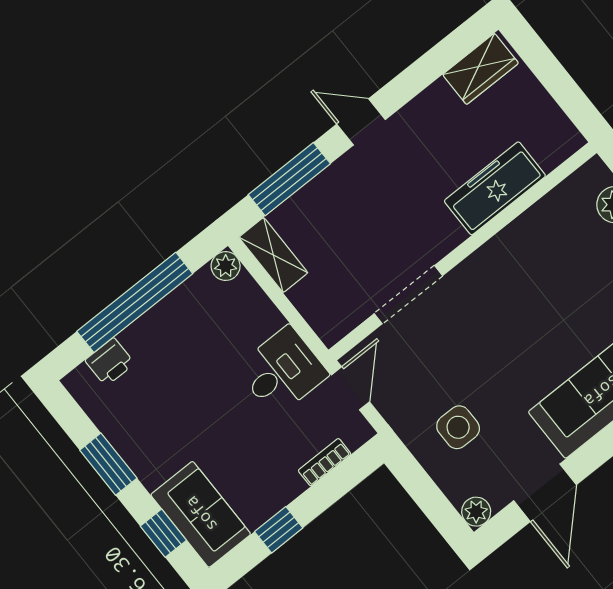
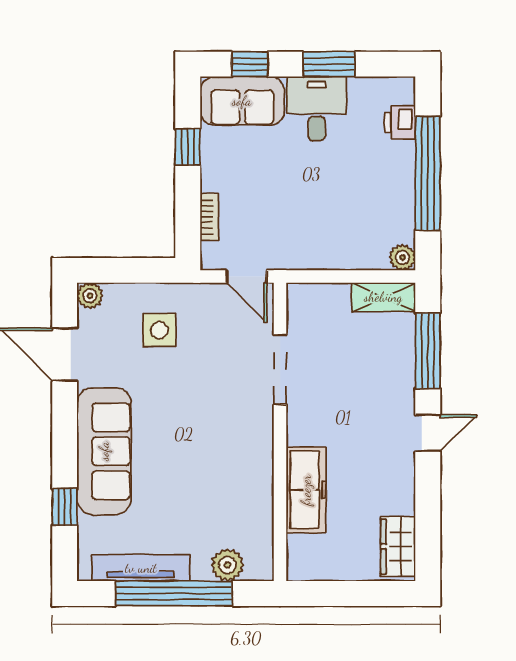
desk: (282, 371) -> (317, 109), moved, turned 180

